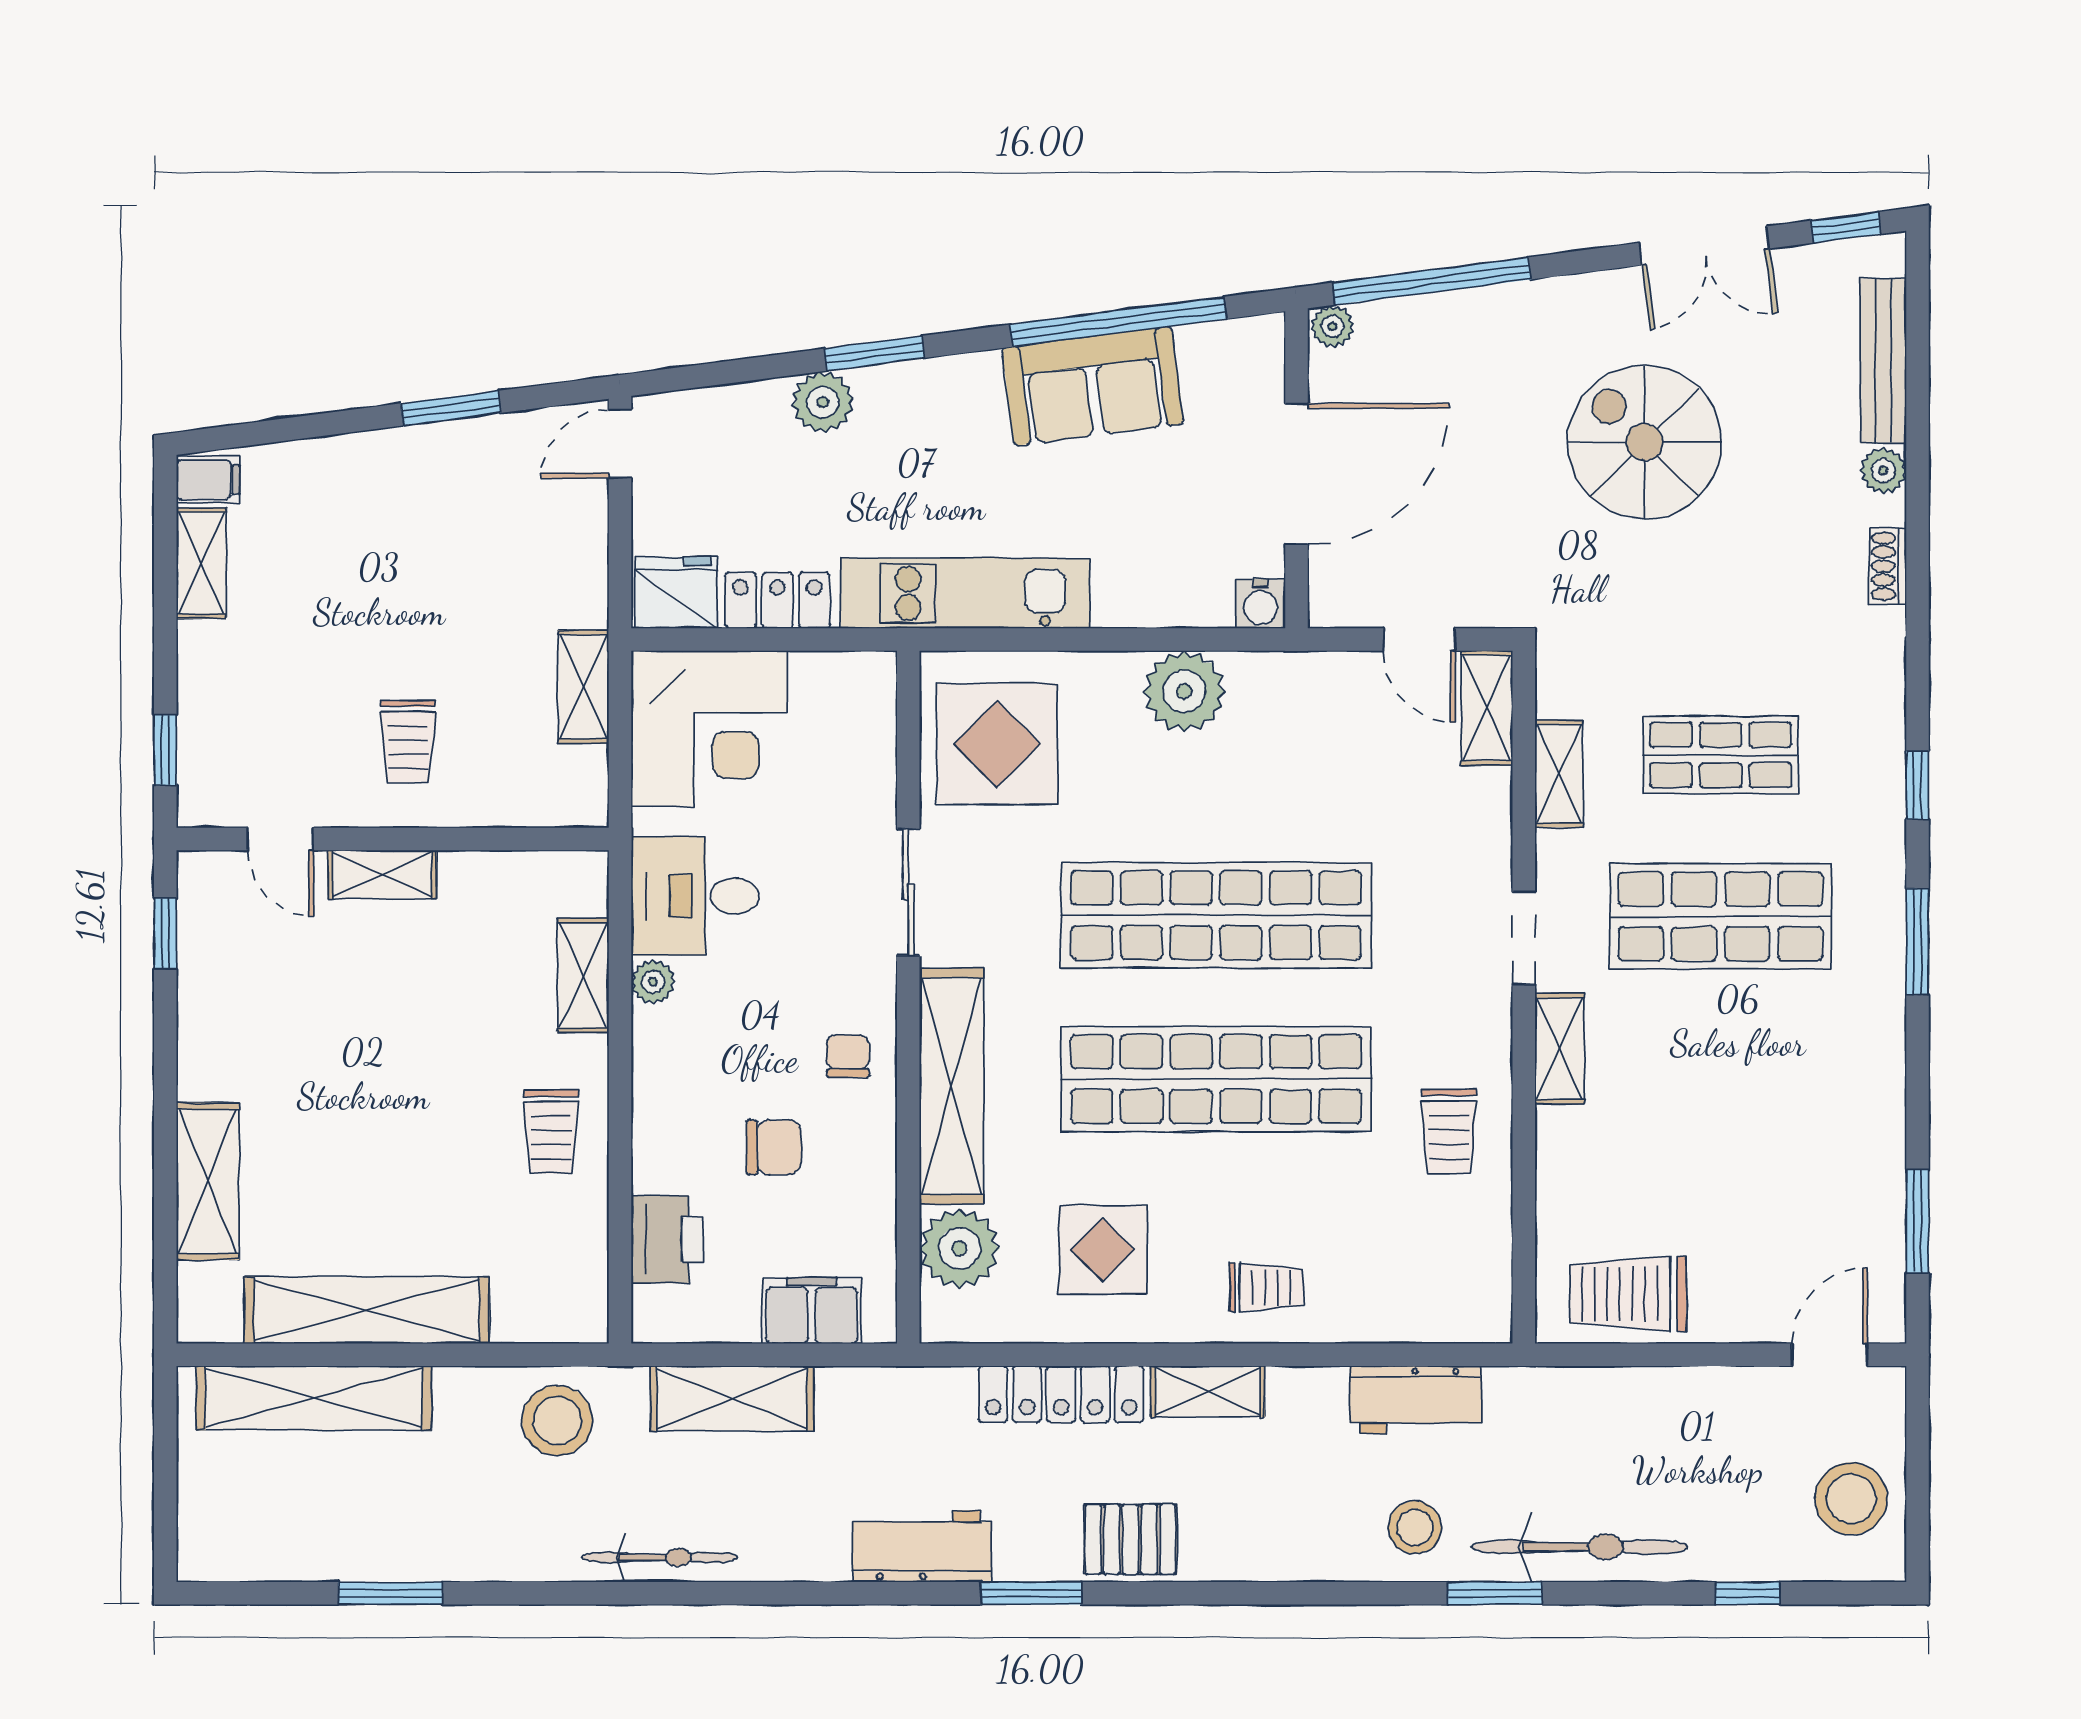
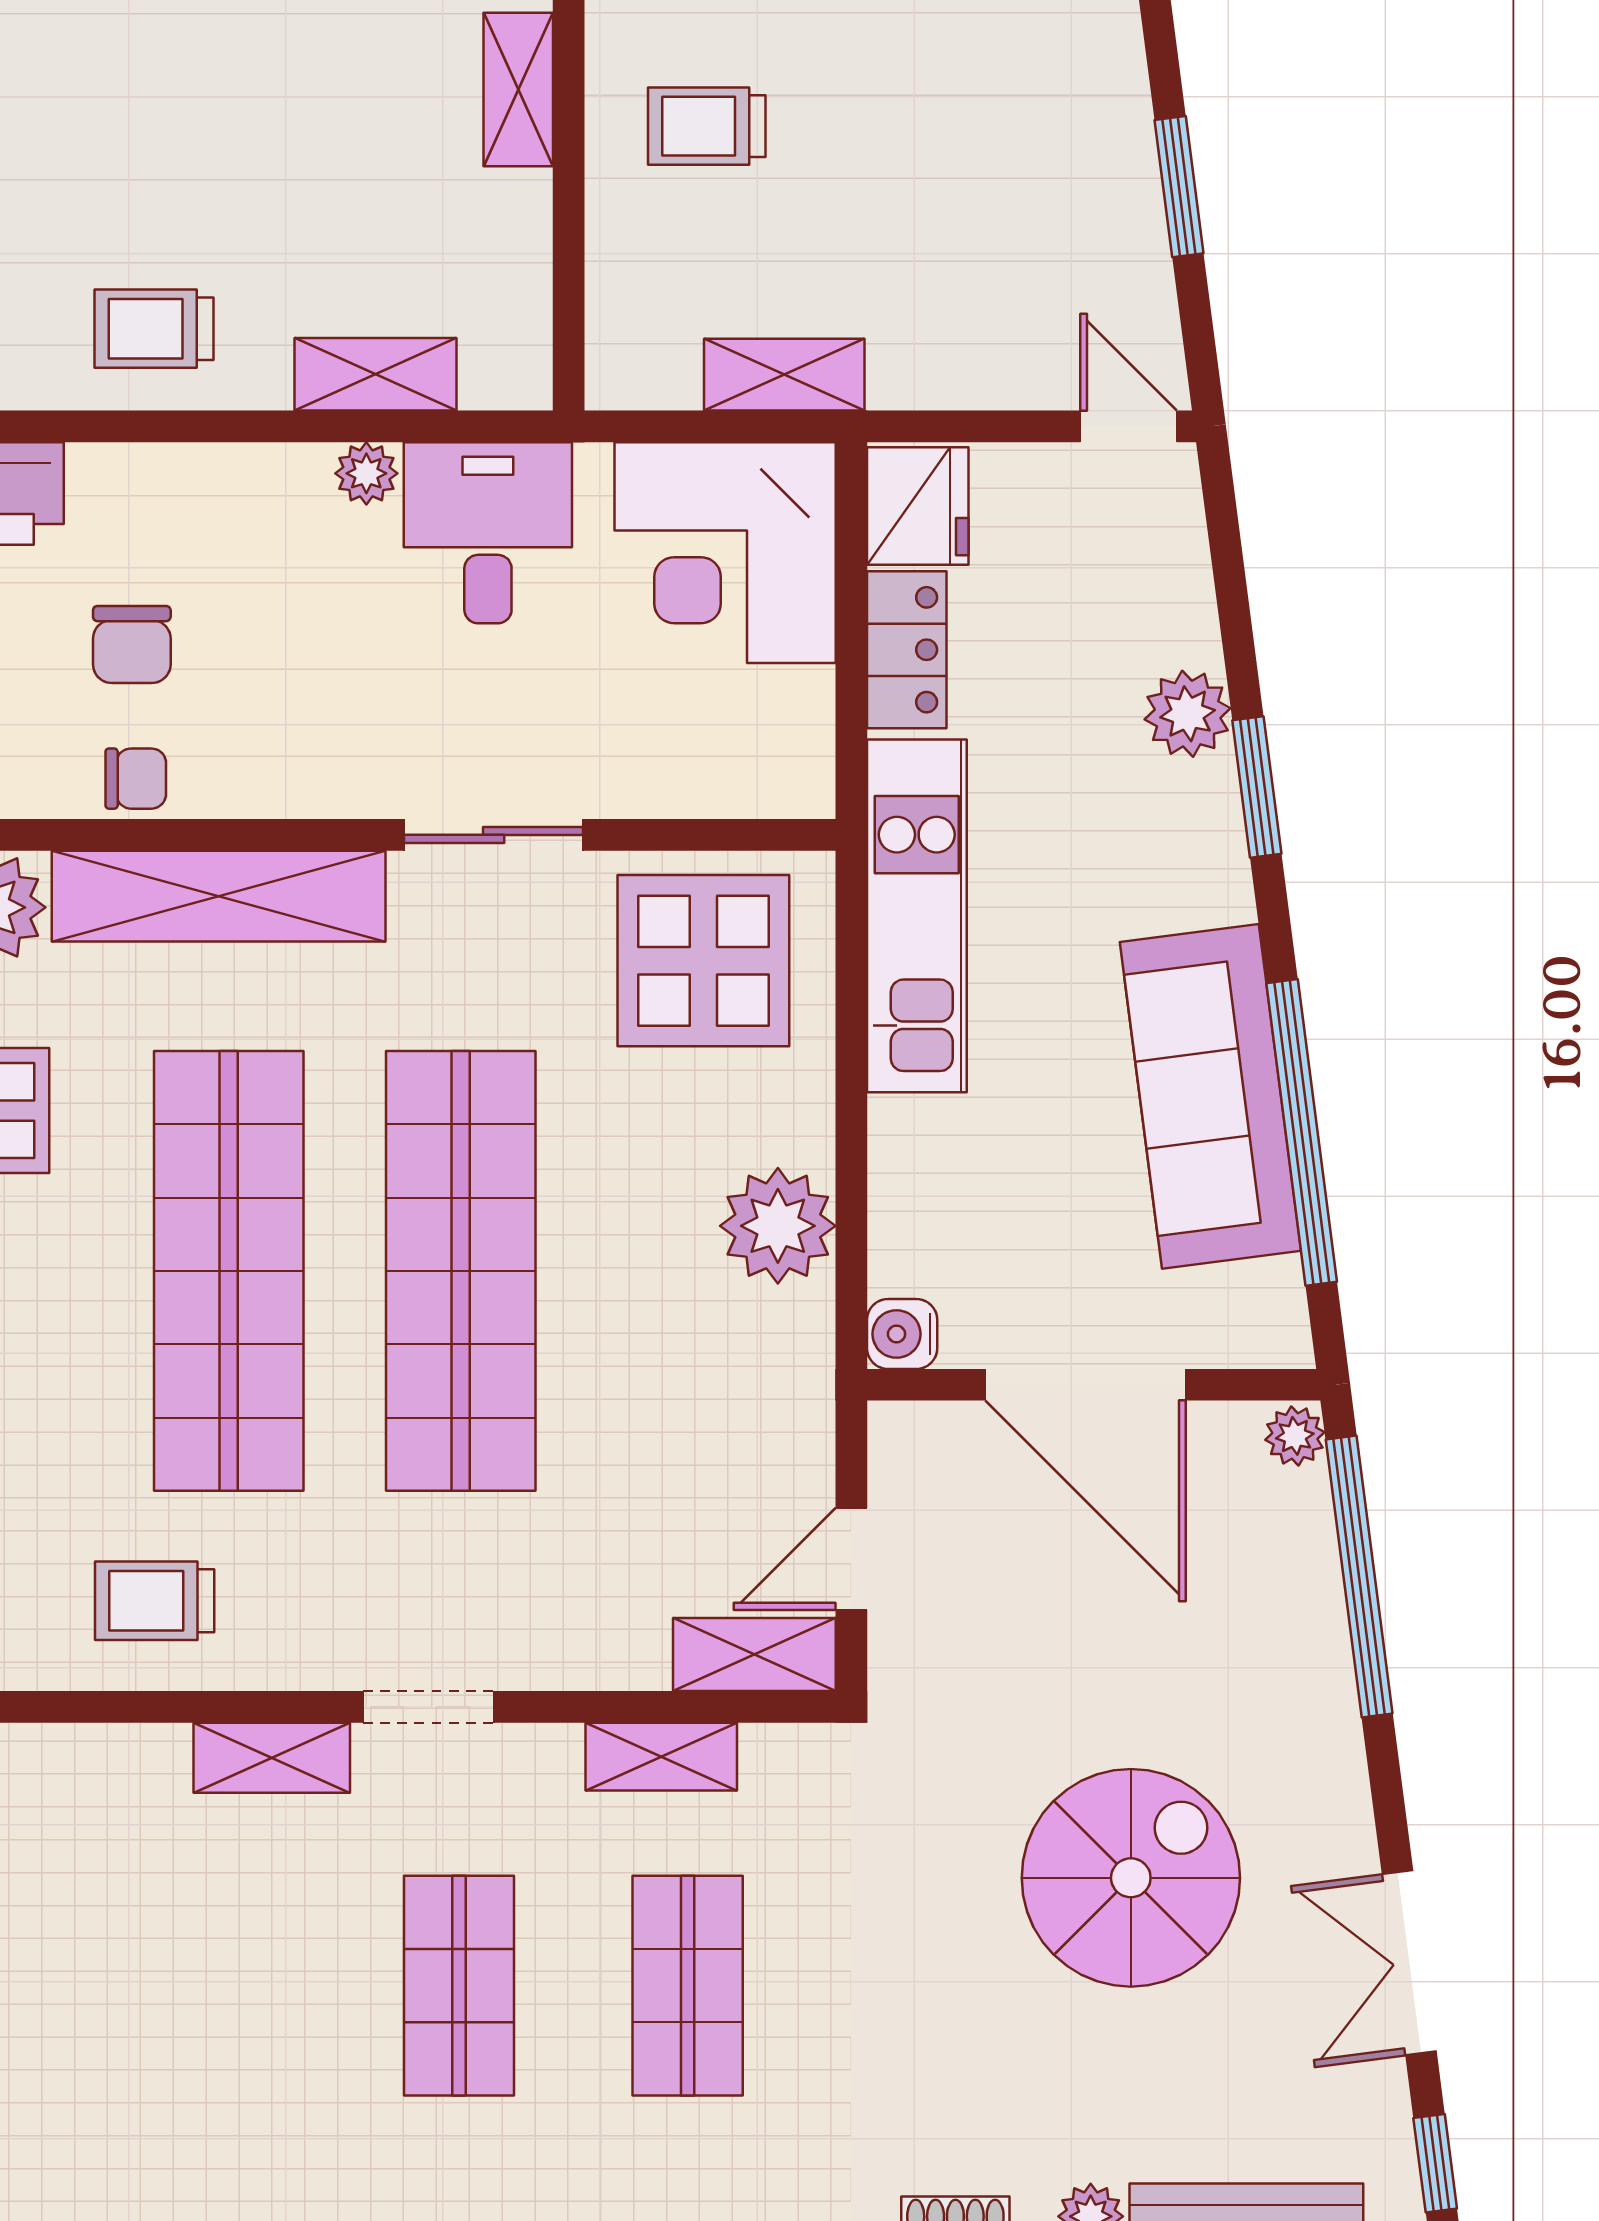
sofa: (1093, 386) -> (1210, 1096), width x1.36
shop shelf: (1721, 916) -> (459, 1986), width x0.70, depth x0.74
chair: (848, 1056) -> (136, 779), moved

